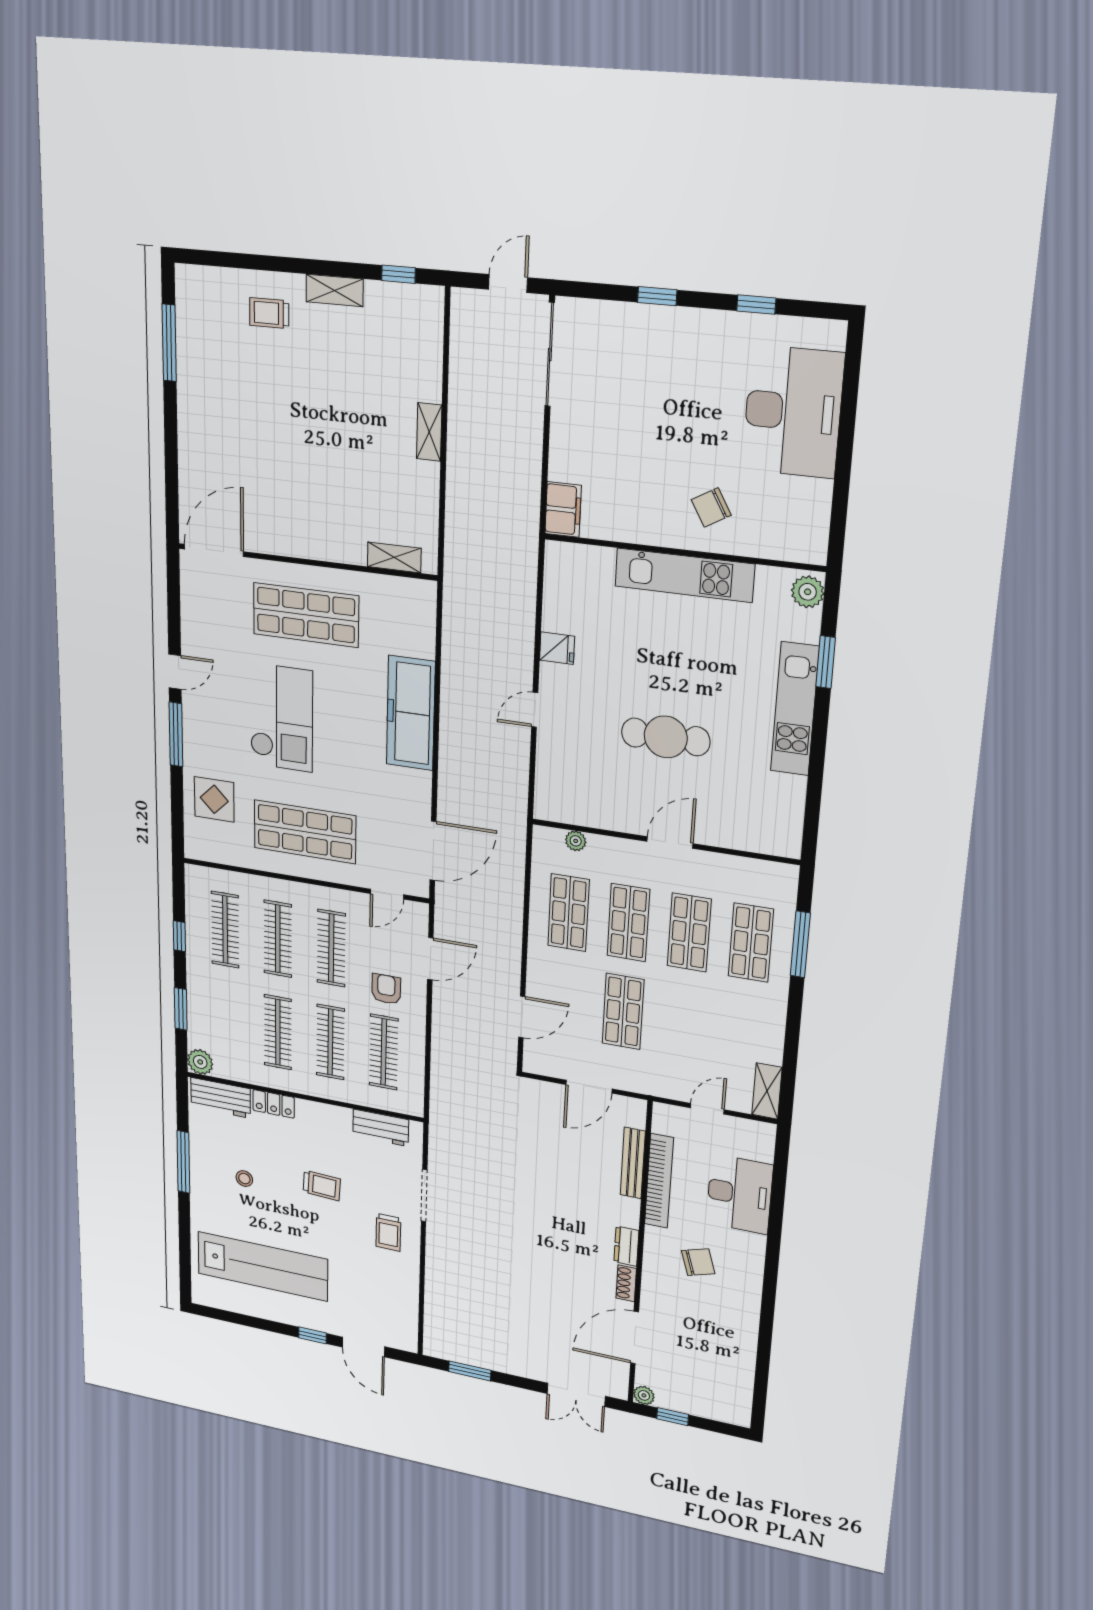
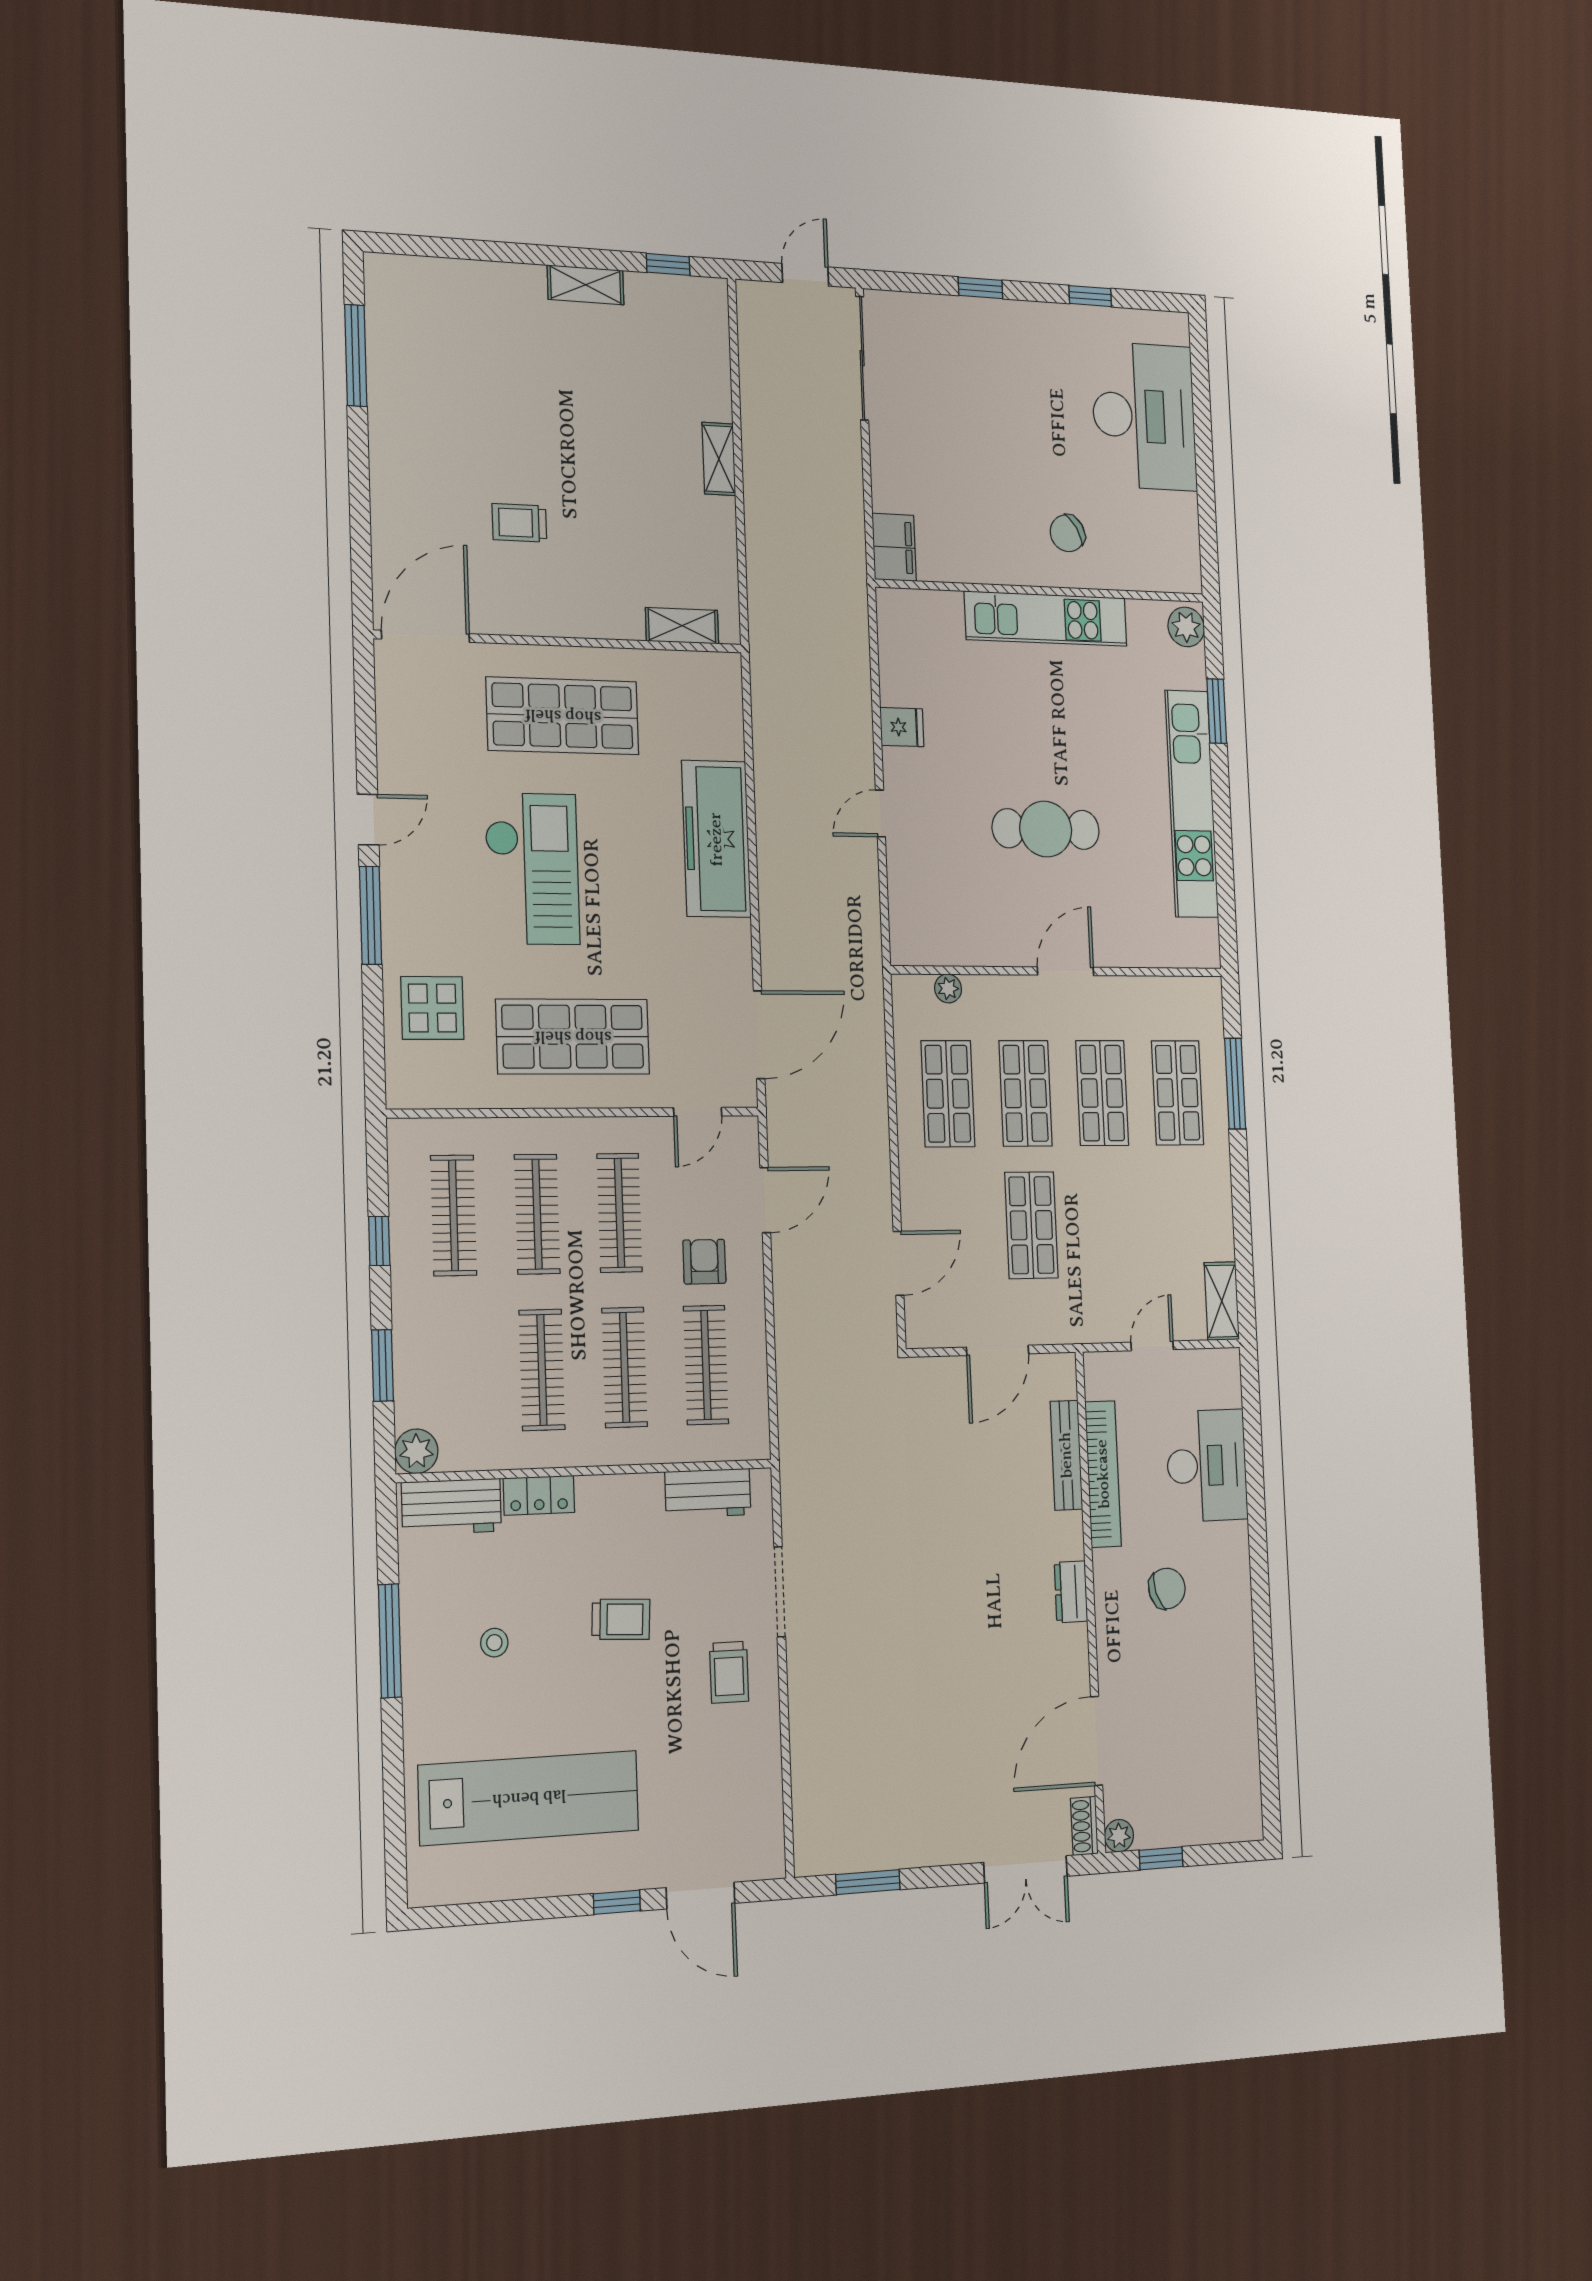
trolley: (269, 313) -> (519, 523), moved
kitchen unit: (795, 709) -> (1192, 804), width x1.36
shoe rack: (626, 1283) -> (1084, 1826), moved

